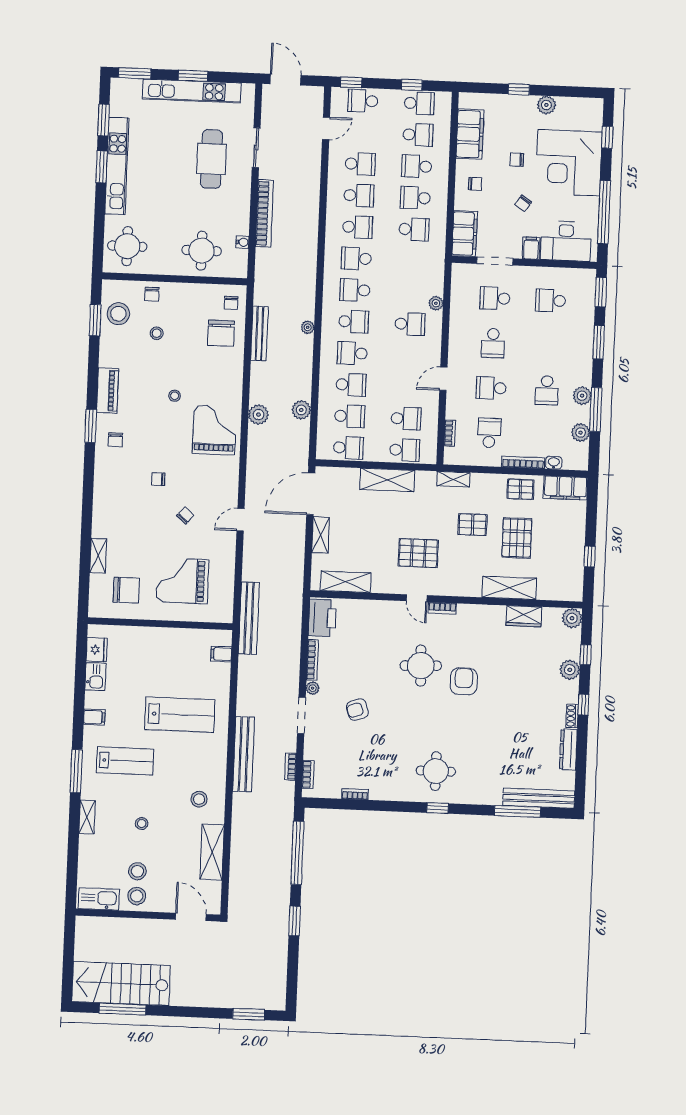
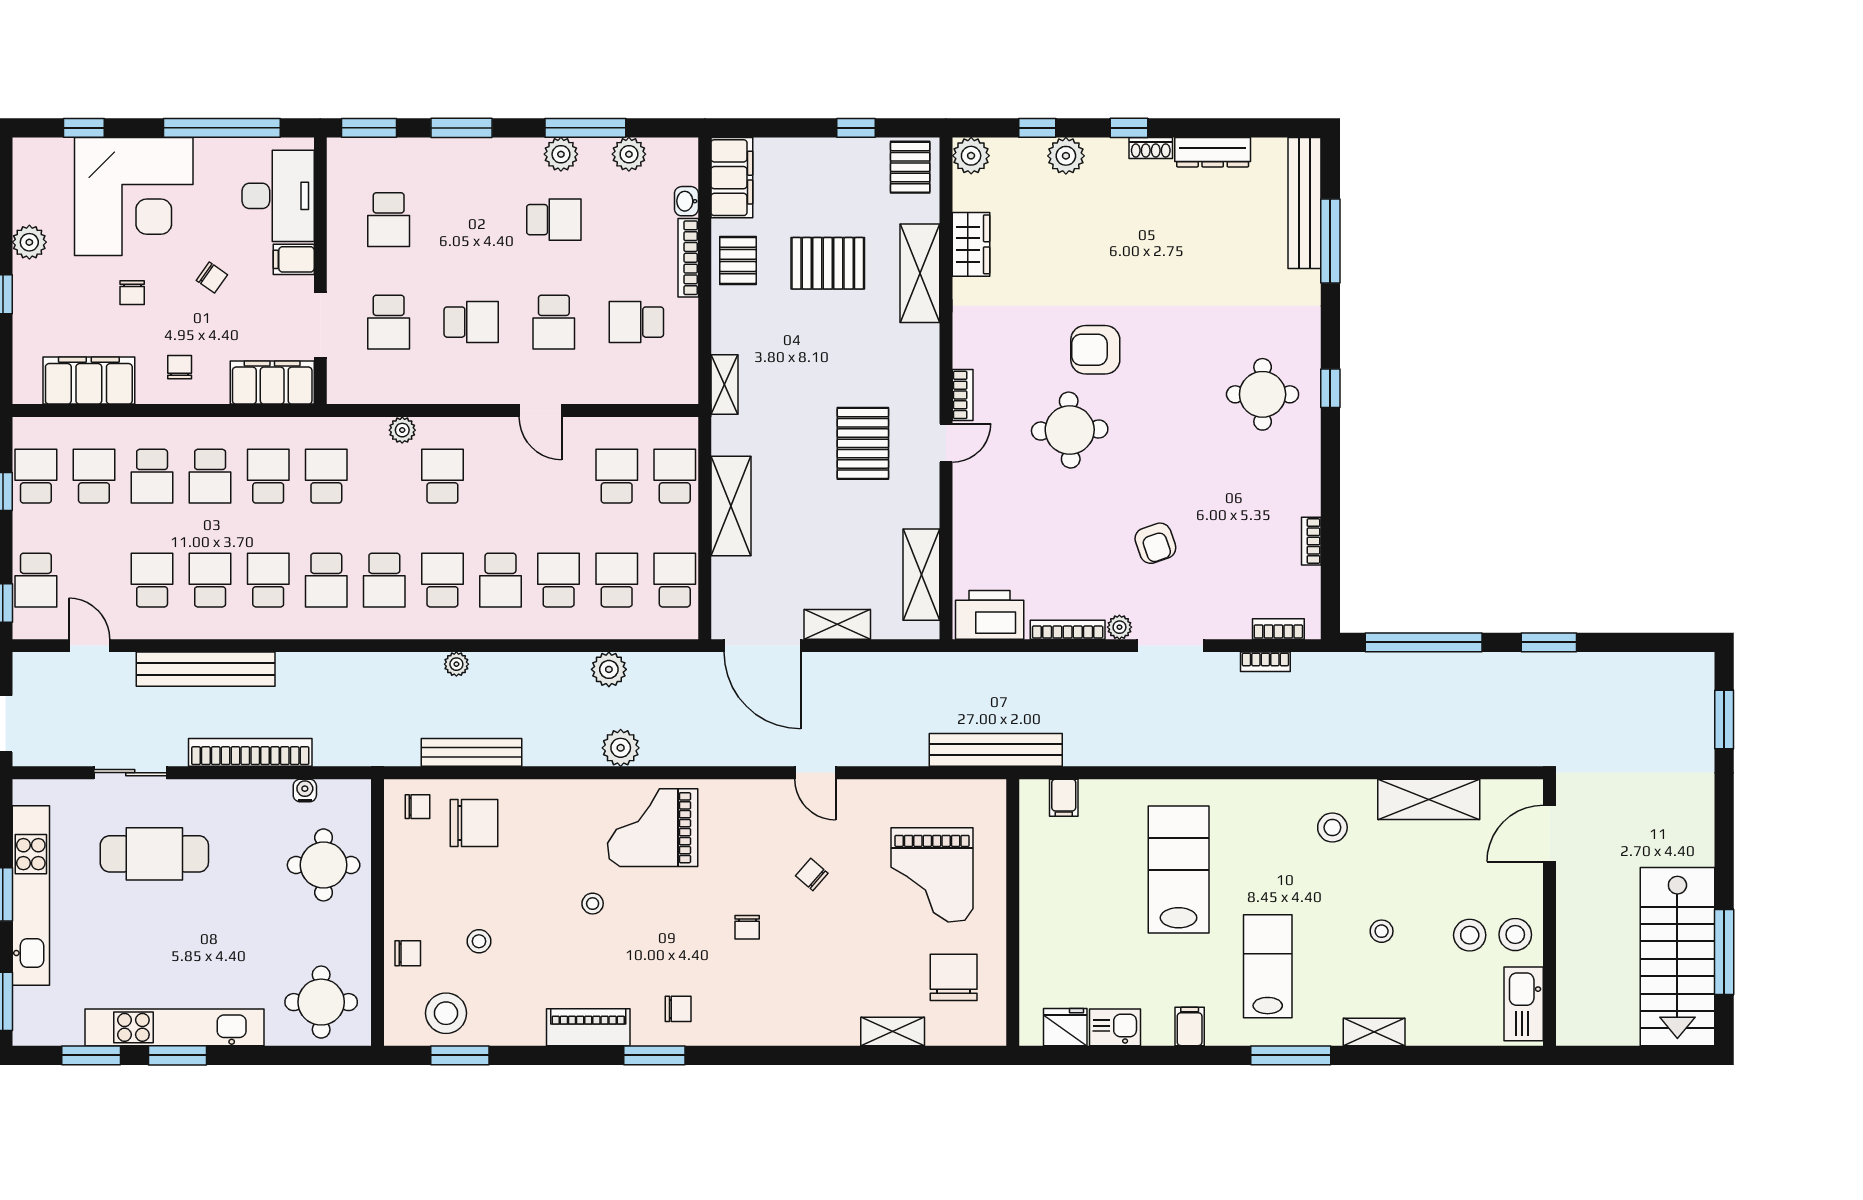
school desk: (413, 261) -> (326, 476), added
bookcase: (450, 433) -> (640, 395), removed
pallet: (473, 525) -> (910, 167), moved
bench: (244, 754) -> (206, 669), moved

